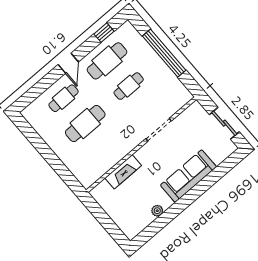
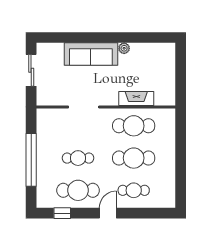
cafe table: (107, 149) -> (134, 126), added
plant: (157, 211) -> (124, 48), moved

